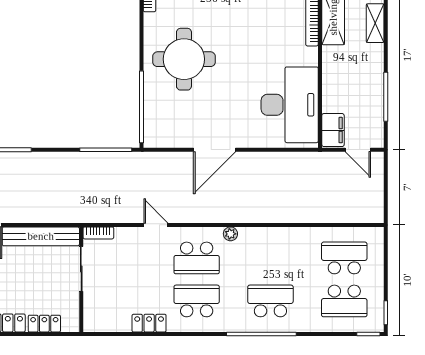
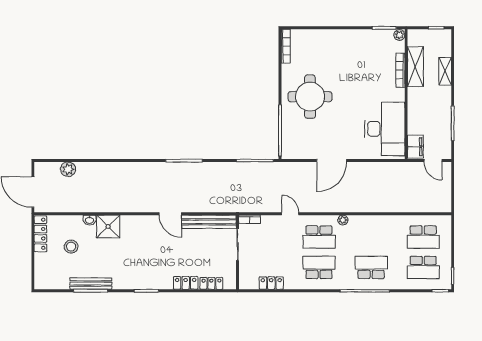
school desk: (344, 258) -> (423, 237), turned 180
locker: (149, 323) -> (271, 283), moved

